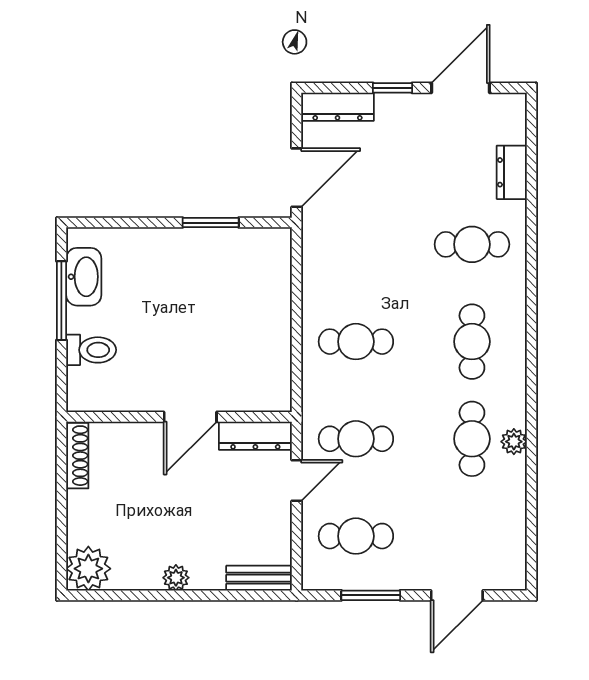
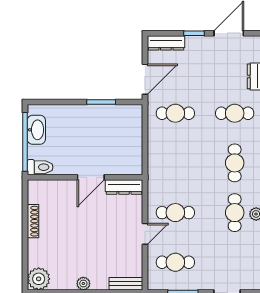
window: (61, 301) -> (25, 142), width x1.46
cafe table: (356, 342) -> (175, 113), moved
wall: (179, 417) -> (85, 177), moved
door: (190, 417) -> (91, 177), moved
dresser: (255, 436) -> (124, 187), moved

